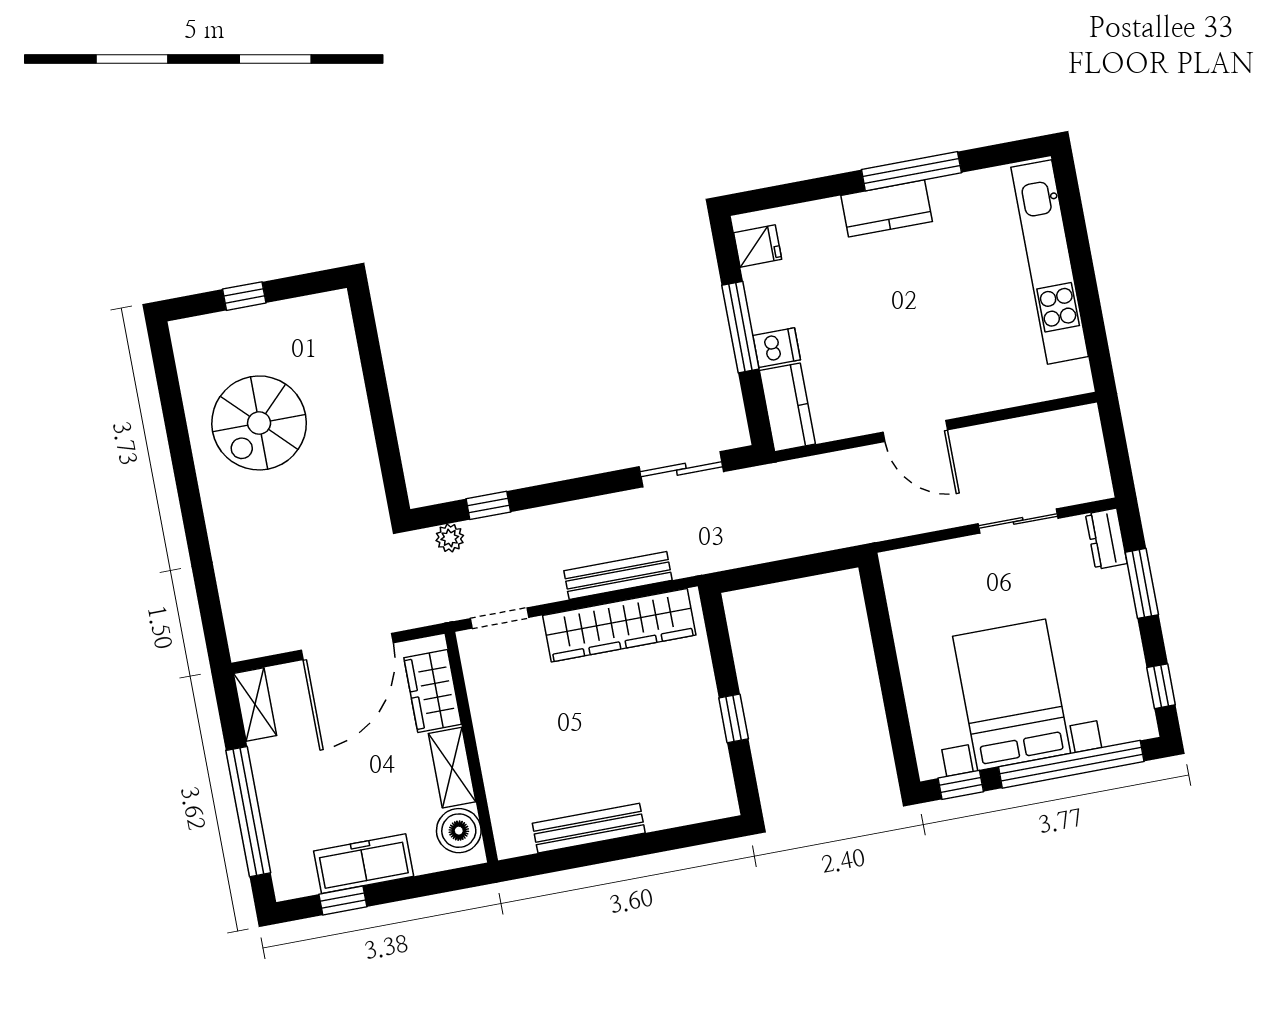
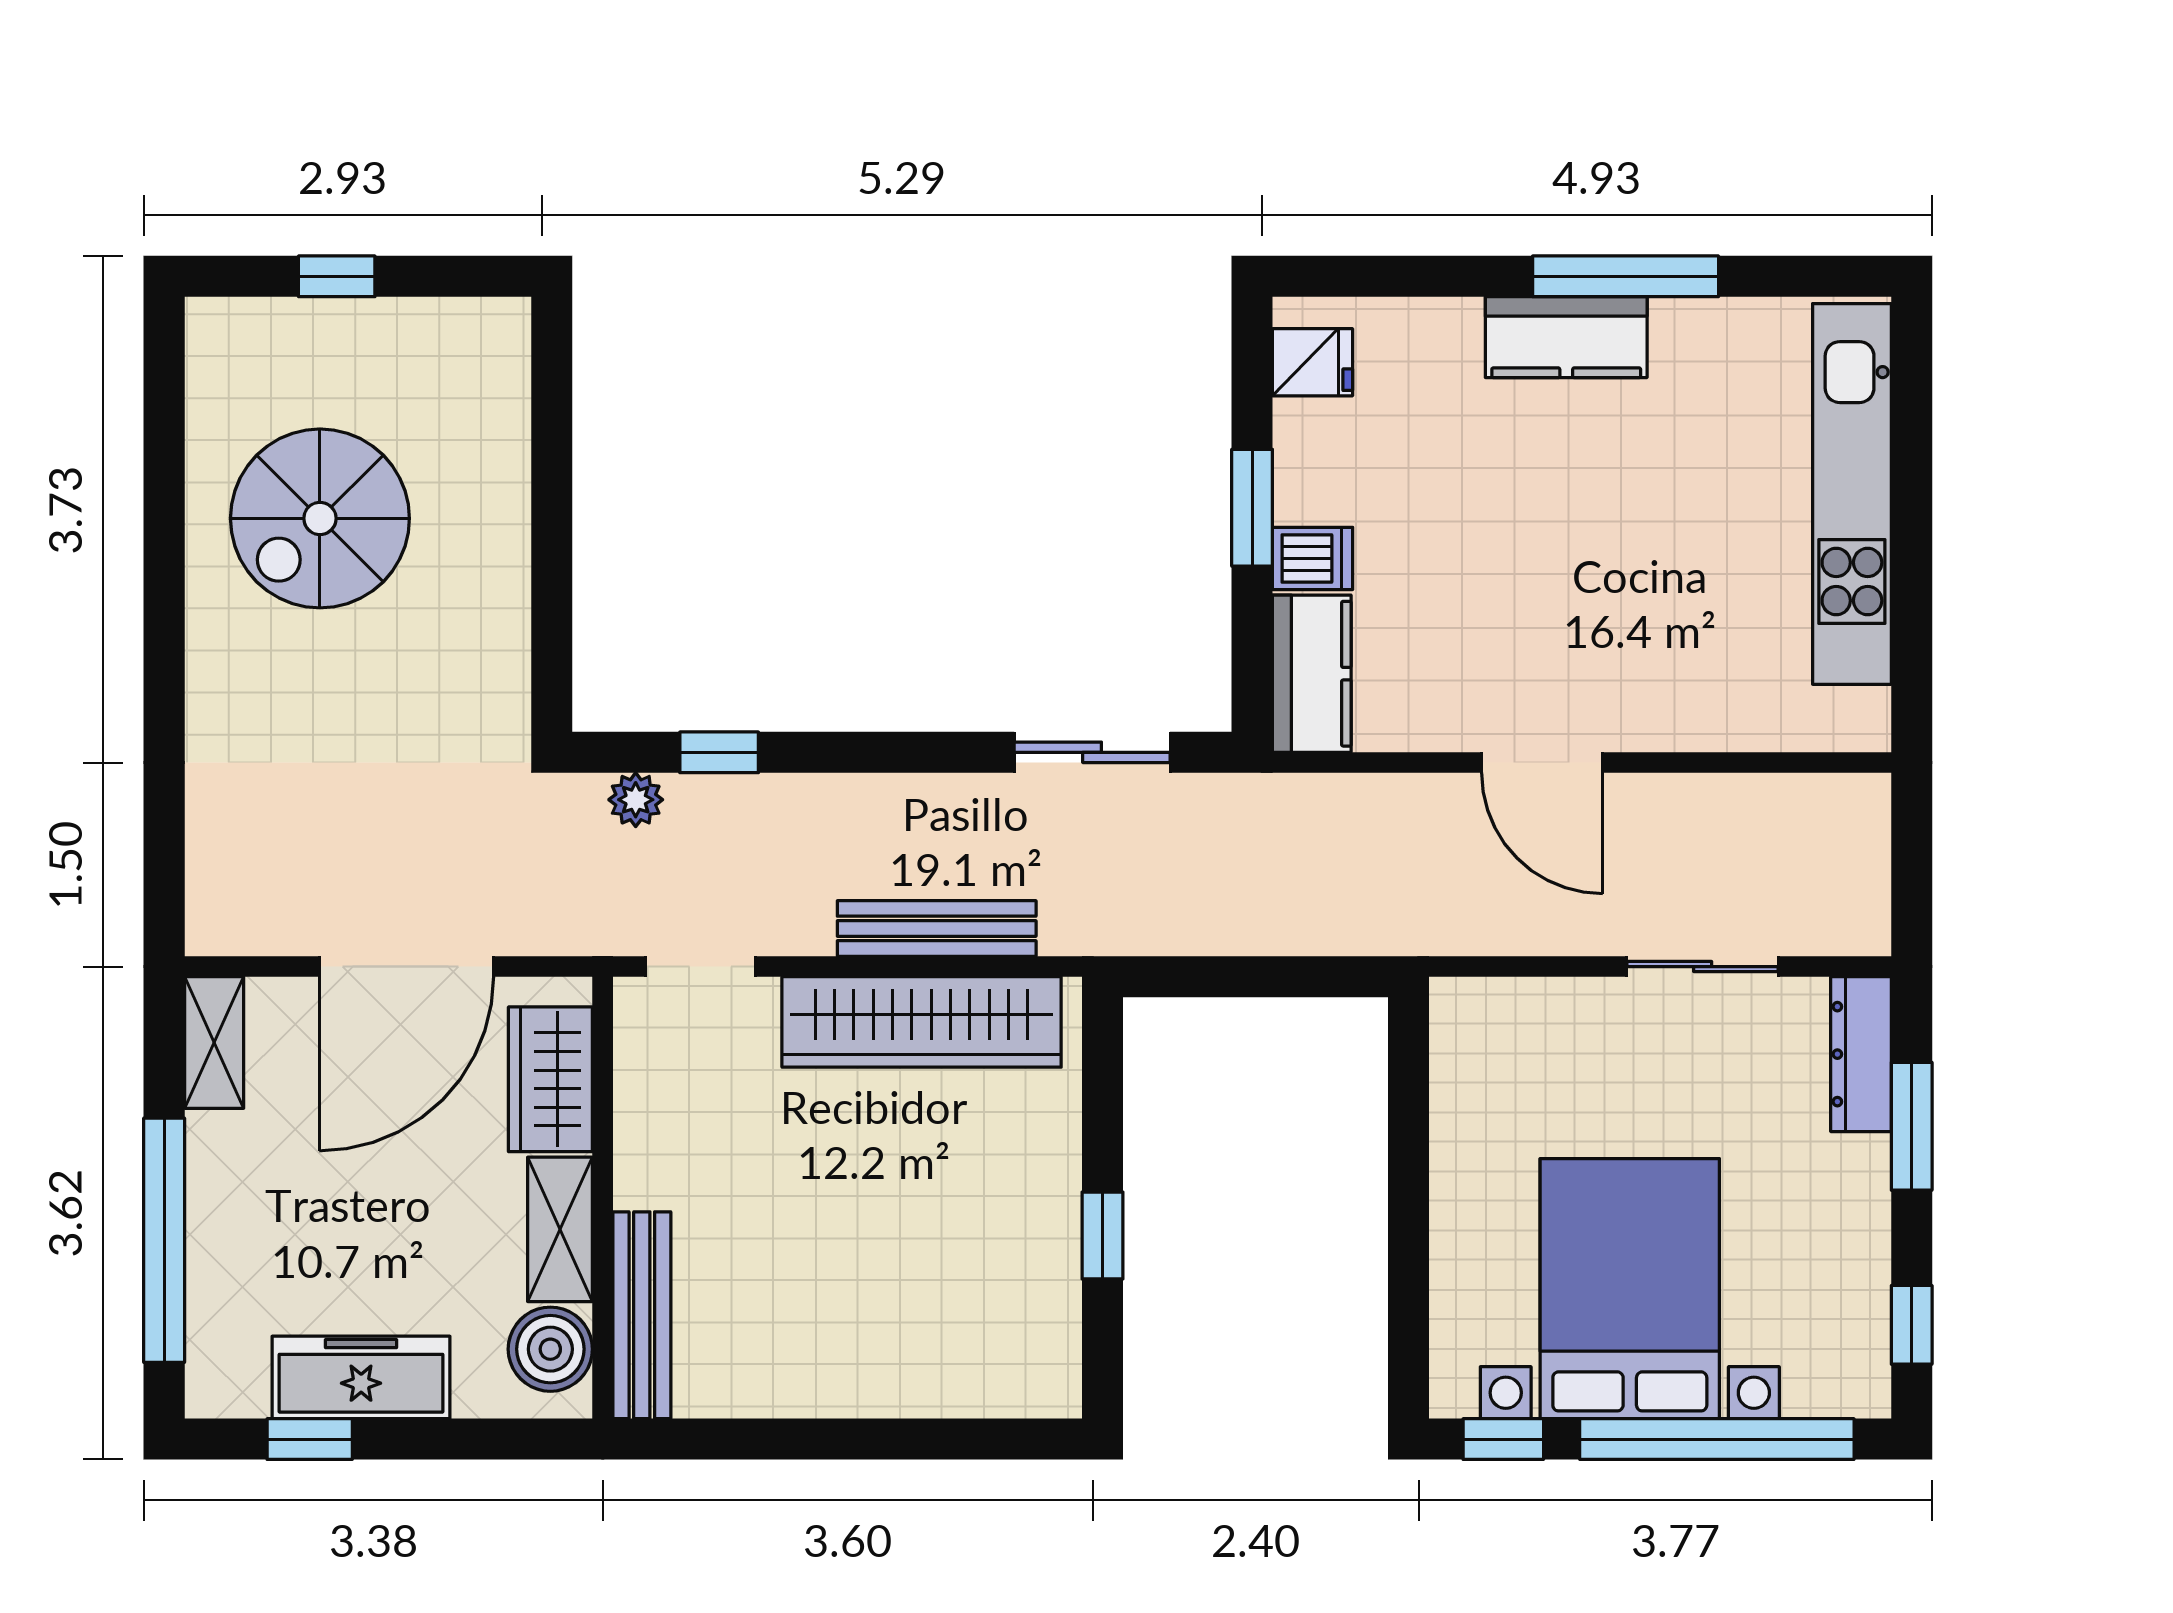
window: (740, 327) -> (1252, 508), width x0.69
dresser: (1106, 539) -> (1861, 1054), width x1.44
bench: (589, 828) -> (642, 1315), moved, turned 90

